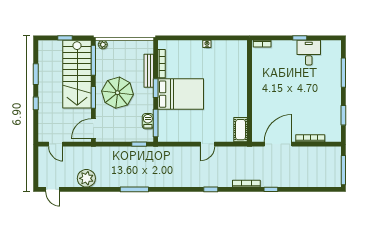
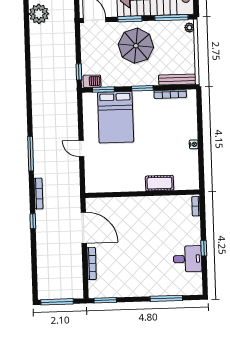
bench: (149, 71) -> (177, 79), moved
bed: (181, 94) -> (116, 117), moved
window: (343, 115) -> (105, 300), moved
barbecue: (148, 121) -> (92, 81), moved
window: (156, 123) -> (103, 90), width x0.69
cot: (241, 130) -> (159, 183), moved
window: (134, 189) -> (28, 68), removed
window: (211, 189) -> (31, 154), width x2.17

